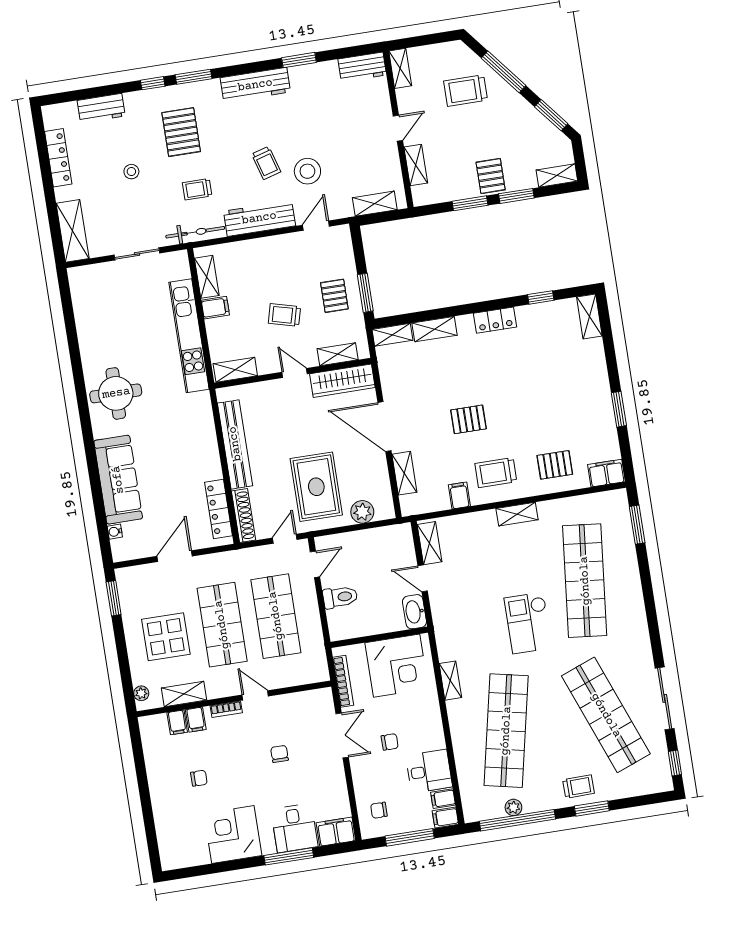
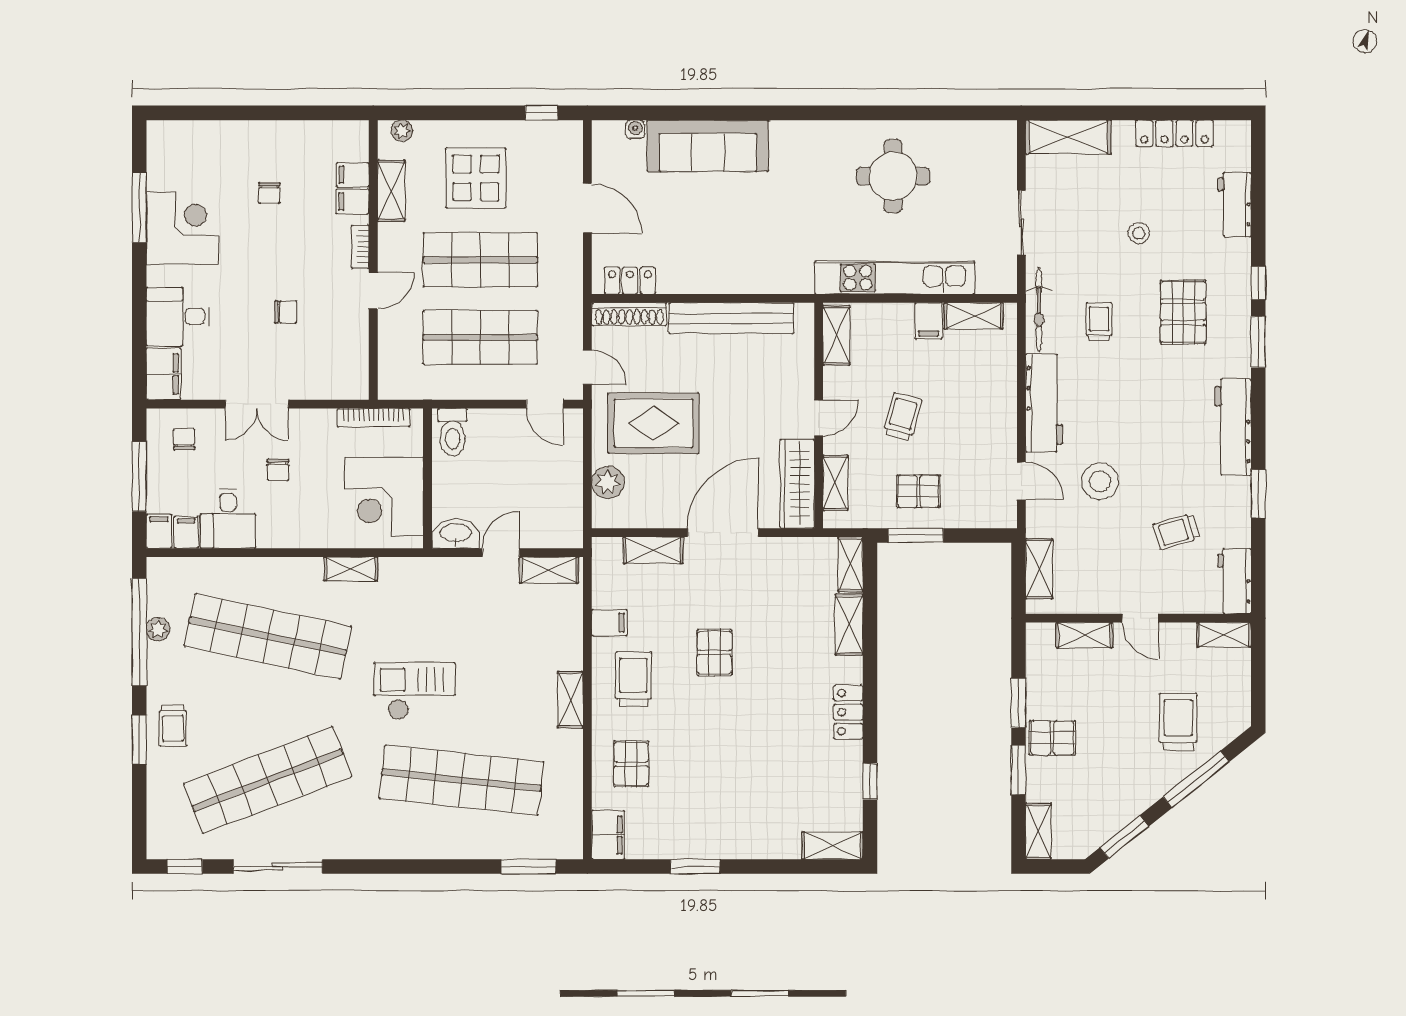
pallet: (181, 132) -> (1183, 312), turned 90
trolley: (266, 163) -> (1176, 531), moved
round table: (116, 393) -> (893, 176), moved
locker: (219, 509) -> (630, 281), width x0.66
toilet: (340, 597) -> (453, 432), moved
window: (114, 598) -> (542, 113), width x0.67
double door: (342, 735) -> (257, 404), moved
window: (289, 856) -> (139, 208), moved

